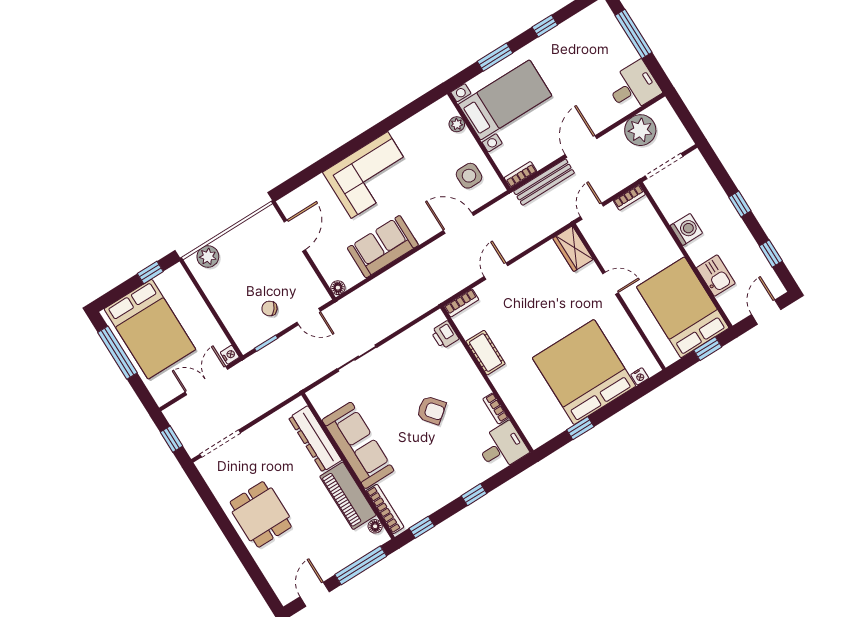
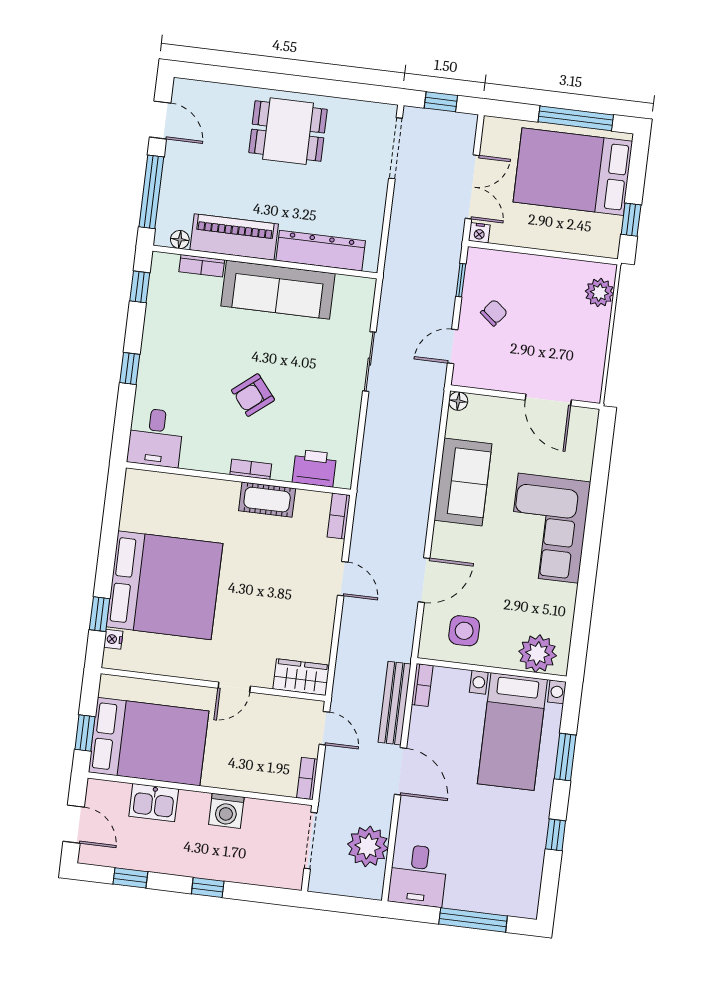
plant: (457, 124) -> (538, 654), width x1.88, depth x1.88
printer: (445, 335) -> (314, 468), width x1.36, depth x1.24
bookcase: (496, 408) -> (251, 469), moved
window: (580, 428) -> (100, 614), moved
bookcase: (385, 509) -> (202, 266), width x0.64

